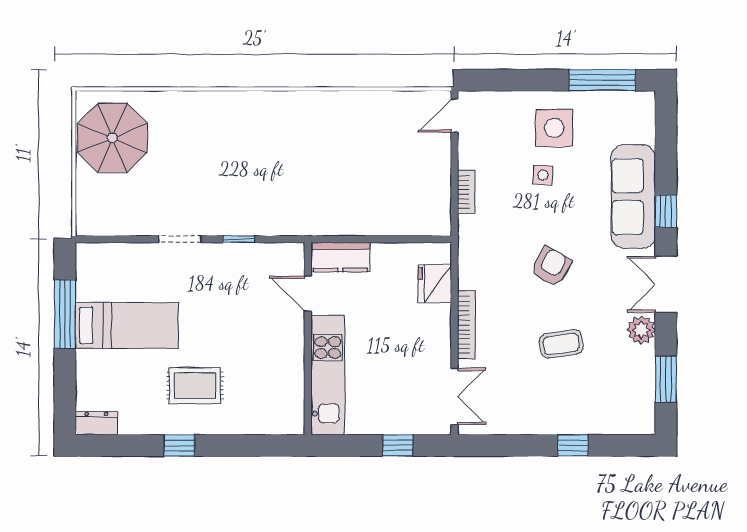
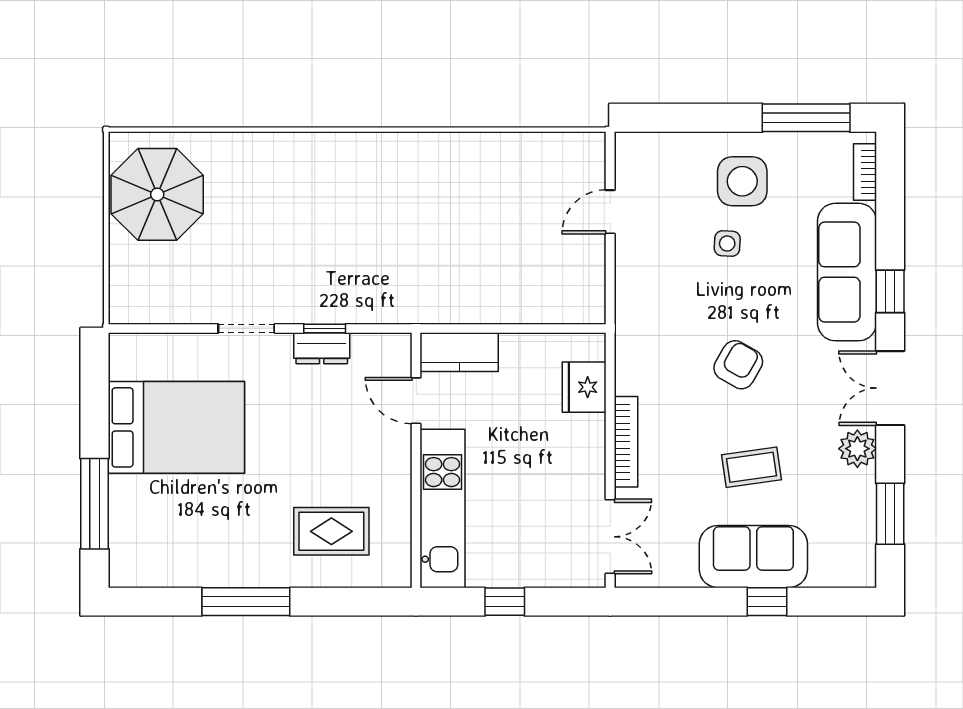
door: (454, 116) -> (610, 212), moved
bookcase: (466, 192) -> (865, 172), moved, turned 180
window: (65, 314) -> (94, 504), moved
bed: (127, 325) -> (176, 427), width x1.50
rug: (195, 386) -> (331, 531), moved
sofa: (563, 411) -> (753, 557), added
dresser: (96, 423) -> (322, 348), moved, turned 180
window: (179, 445) -> (246, 602), width x2.17
window: (398, 445) -> (505, 602), moved

